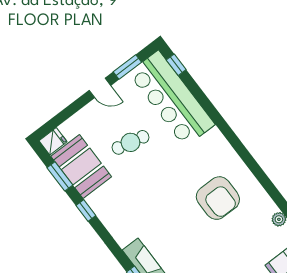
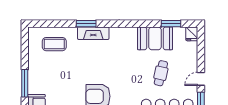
booth: (81, 167) -> (155, 38), moved
window: (86, 210) -> (143, 24), removed

